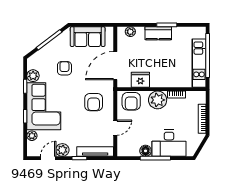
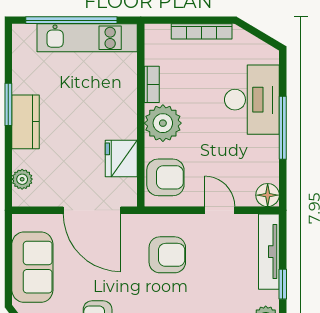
floor lamp: (146, 151) -> (268, 195), moved

